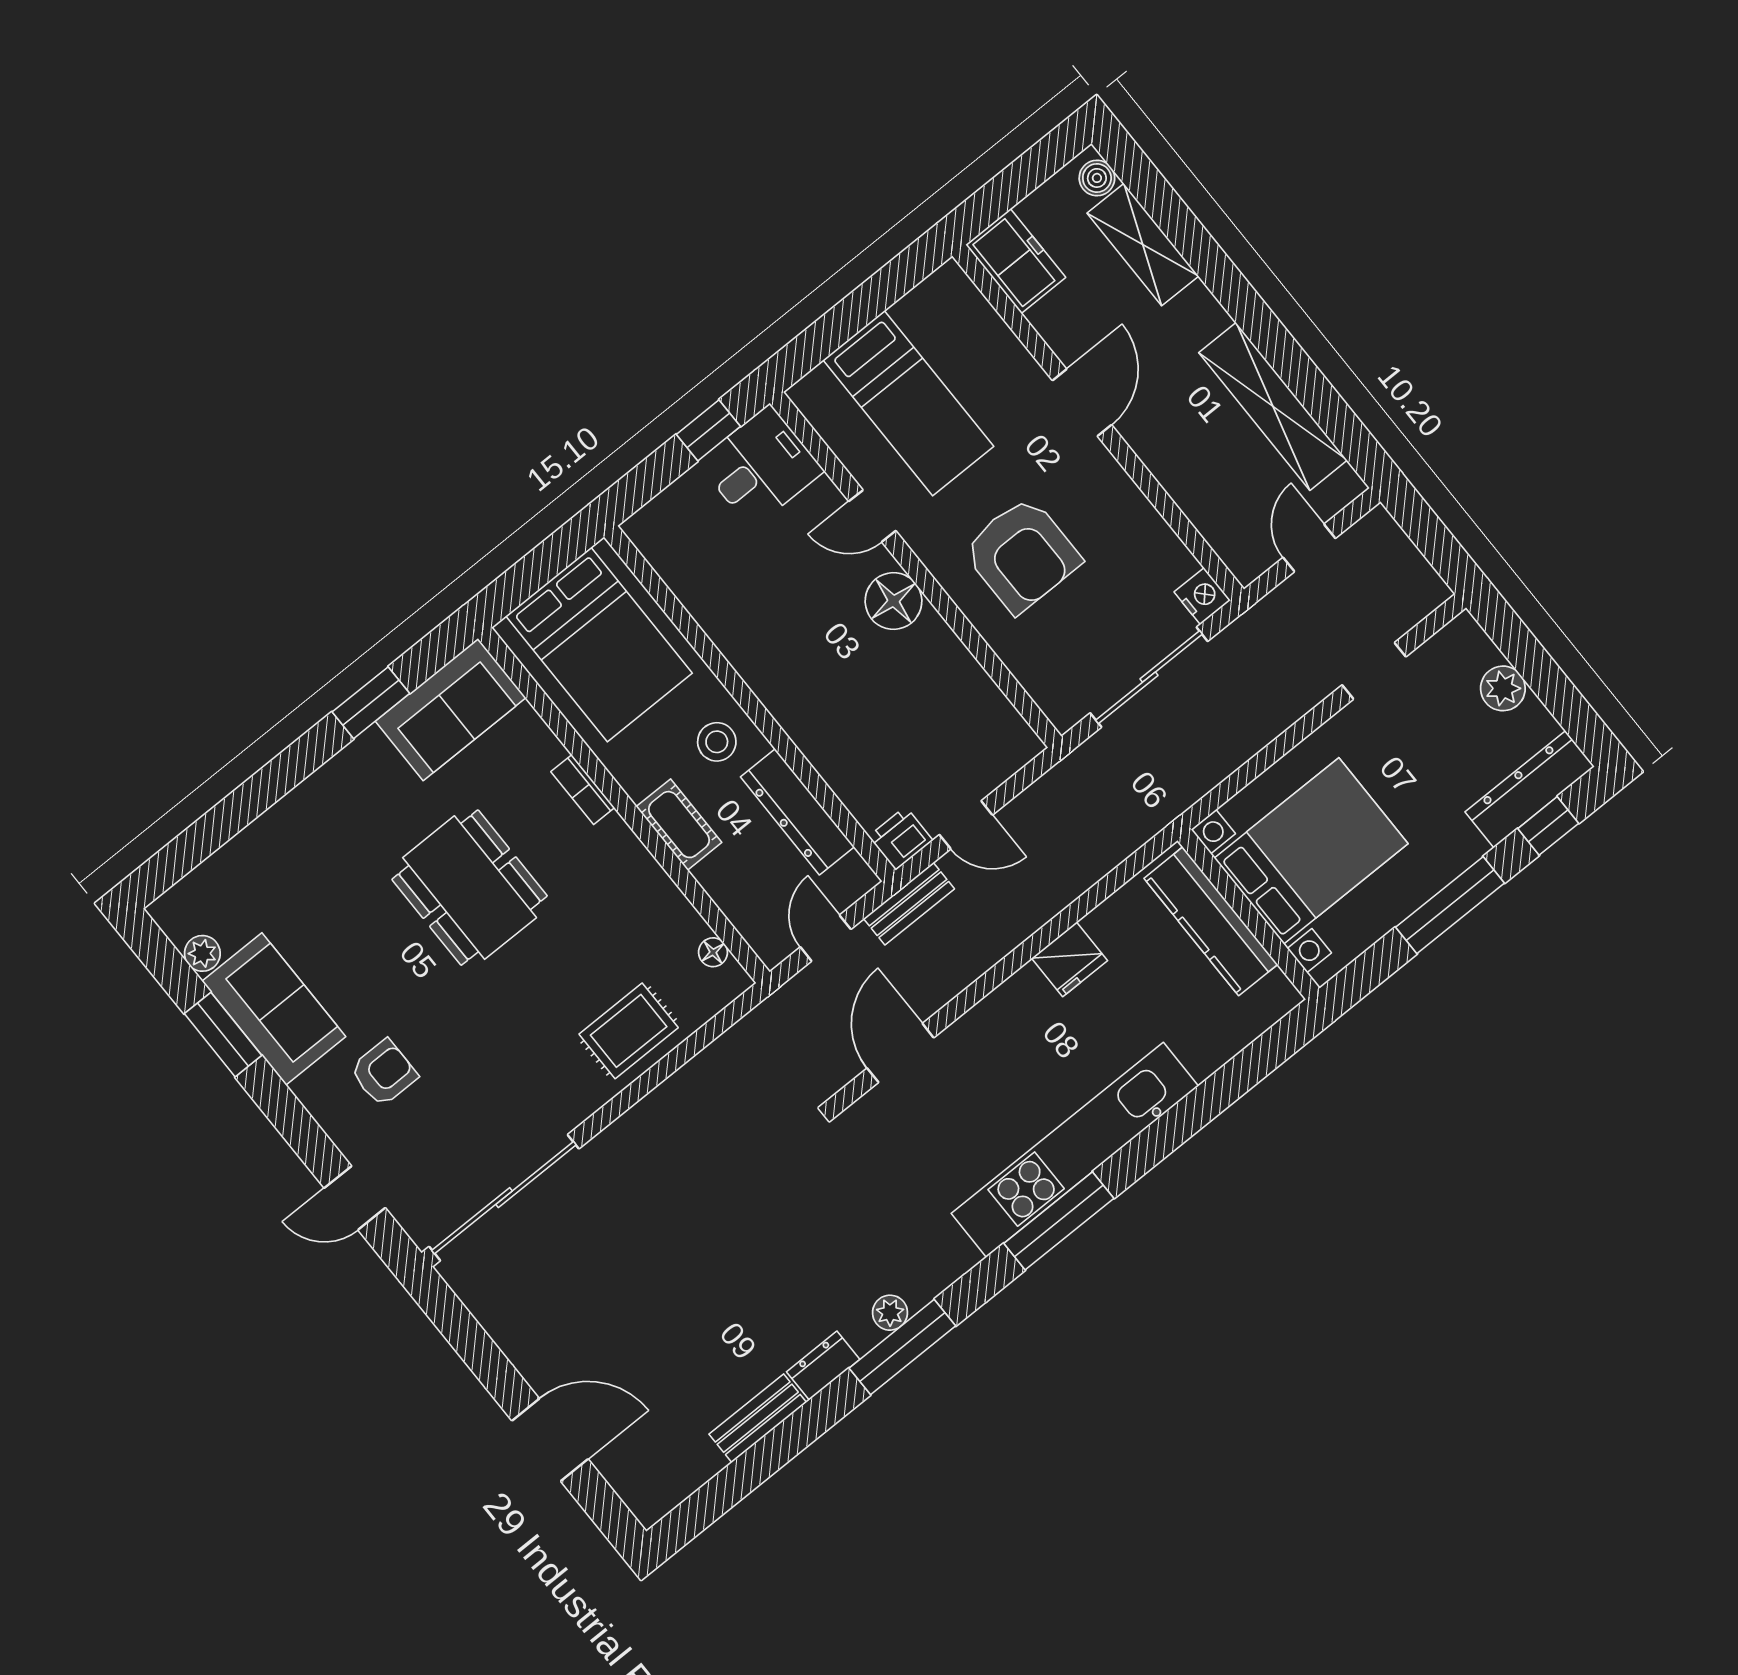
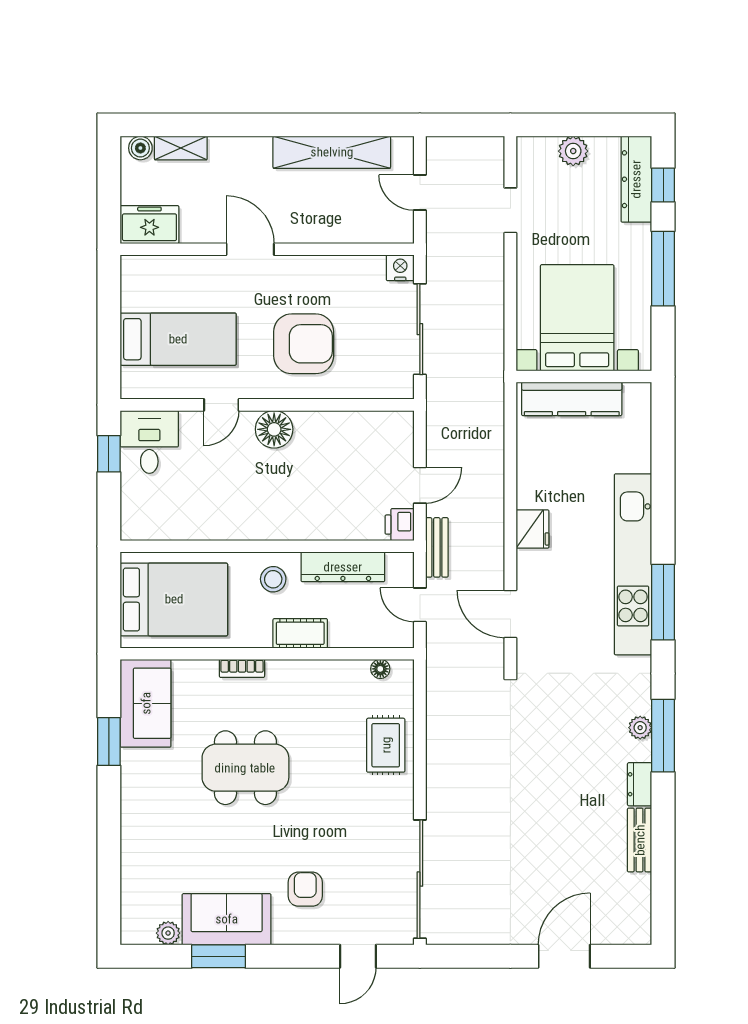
shelving: (1143, 245) -> (181, 148), width x0.67, depth x0.75
fridge: (1070, 959) -> (532, 529), moved

